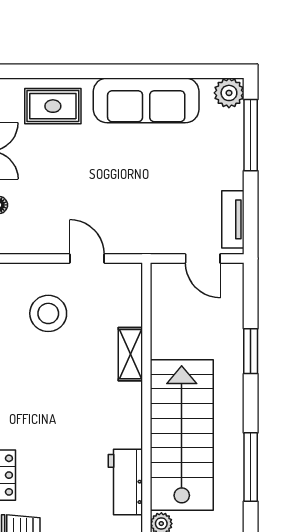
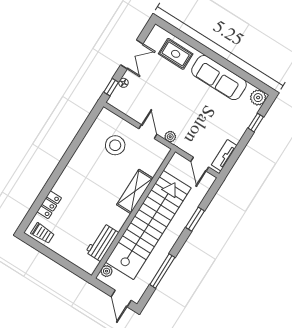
window: (251, 135) -> (256, 123), width x0.46
plant: (128, 244) -> (170, 137), added
shelving: (130, 354) -> (135, 191), width x1.50, depth x1.33
stairs: (182, 435) -> (148, 225), width x1.36

